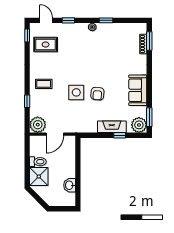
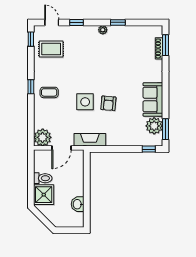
window: (27, 101) -> (31, 87), moved
plant: (139, 125) -> (154, 126), moved
fireplace: (112, 127) -> (90, 140), moved
window: (120, 135) -> (149, 149), moved

